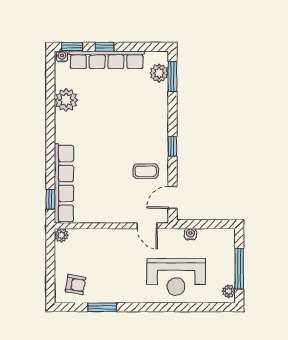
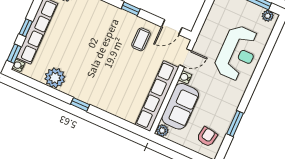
row of seats: (64, 183) -> (157, 96), moved, turned -90
door: (172, 197) -> (172, 27), hinge flipped
window: (50, 199) -> (80, 104), moved
water cooler: (190, 234) -> (185, 77), moved
sofa: (95, 243) -> (180, 106), added

